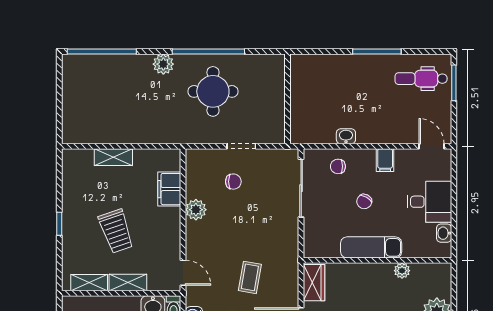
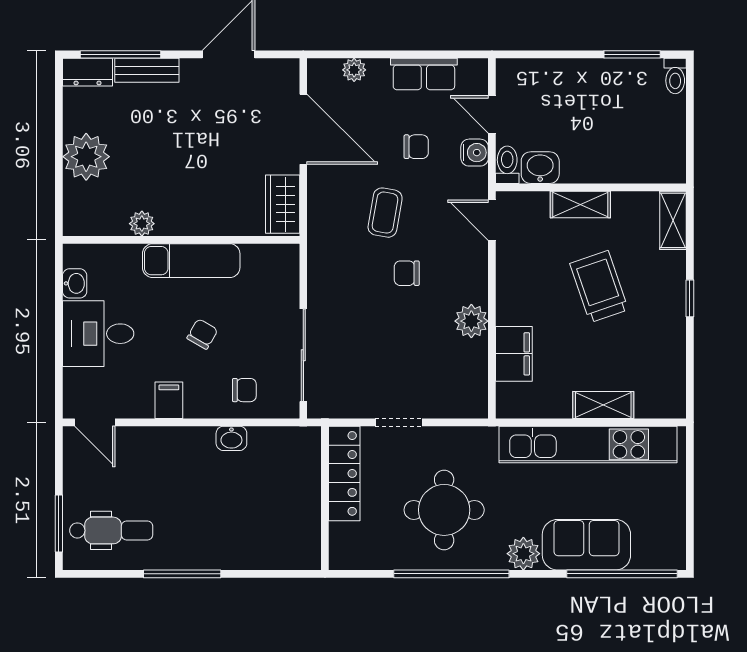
sofa: (124, 70) -> (586, 545), added
locker: (275, 114) -> (344, 473), added
kitchen unit: (123, 132) -> (588, 444), added
chair: (233, 182) -> (407, 273), moved
shelving: (89, 283) -> (673, 220), moved, turned 90

